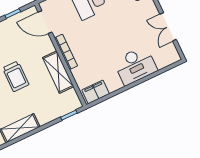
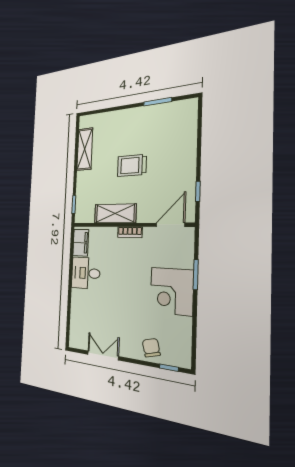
bookcase: (66, 52) -> (130, 232), width x0.64
desk: (135, 66) -> (86, 273), moved, width x0.73

